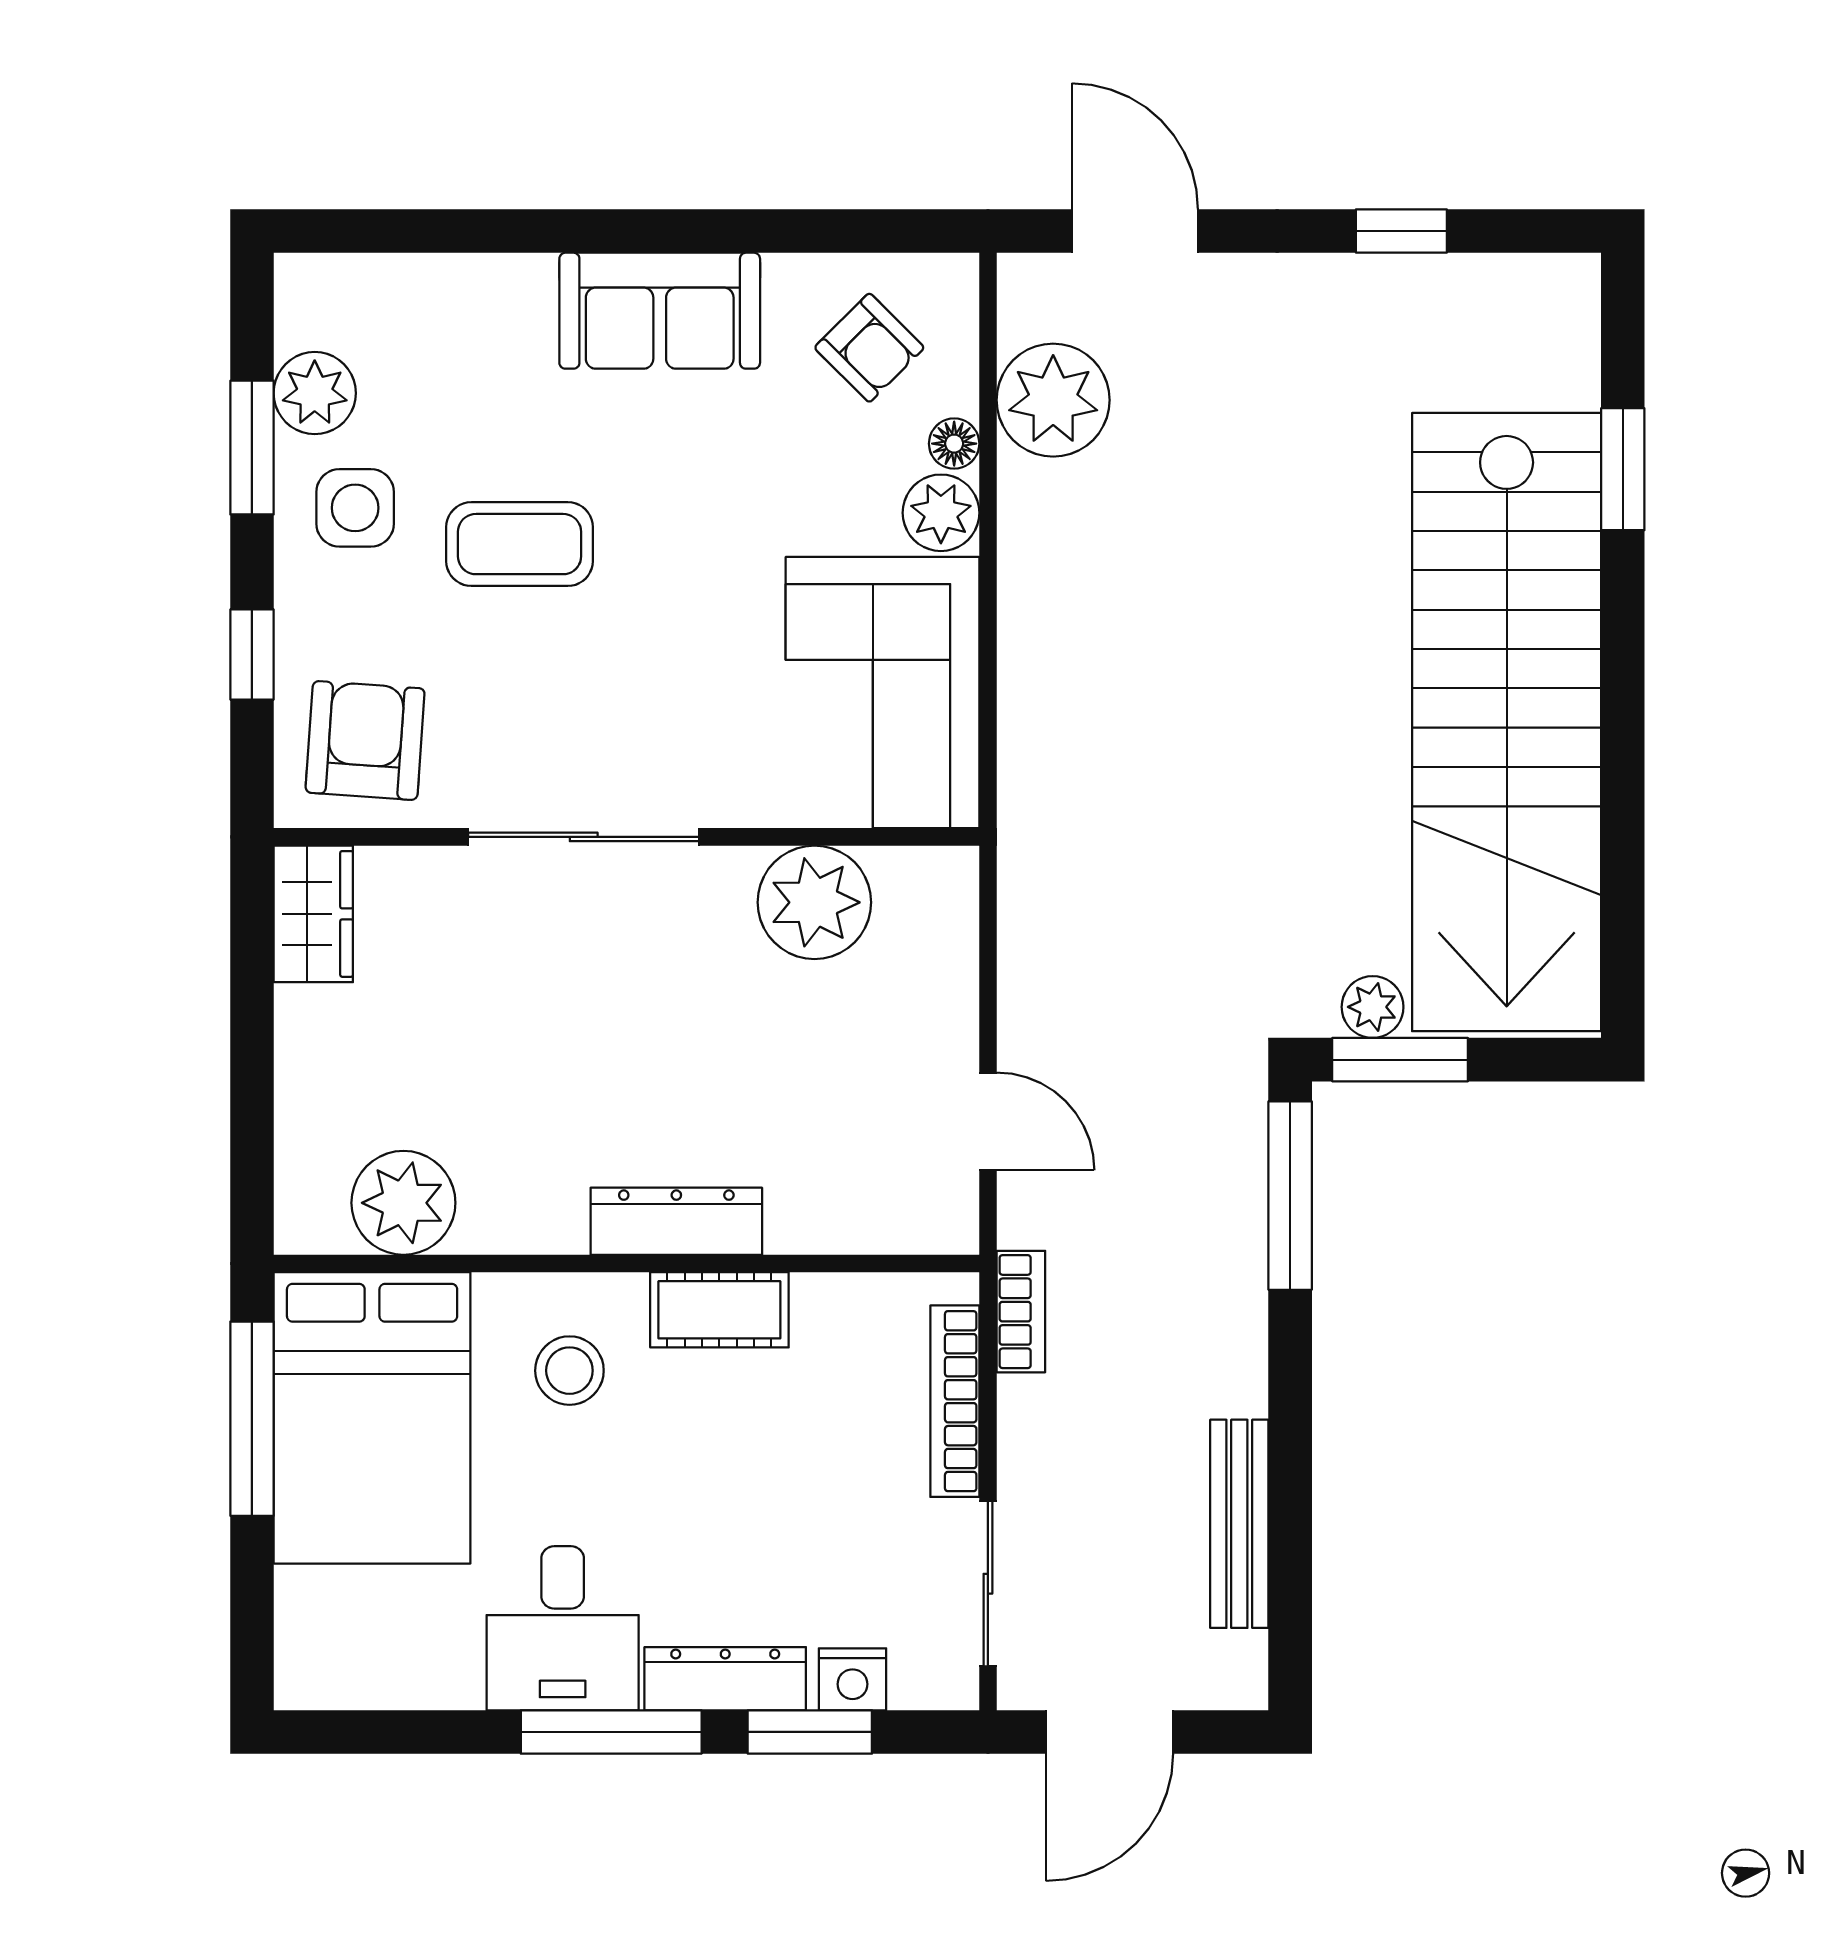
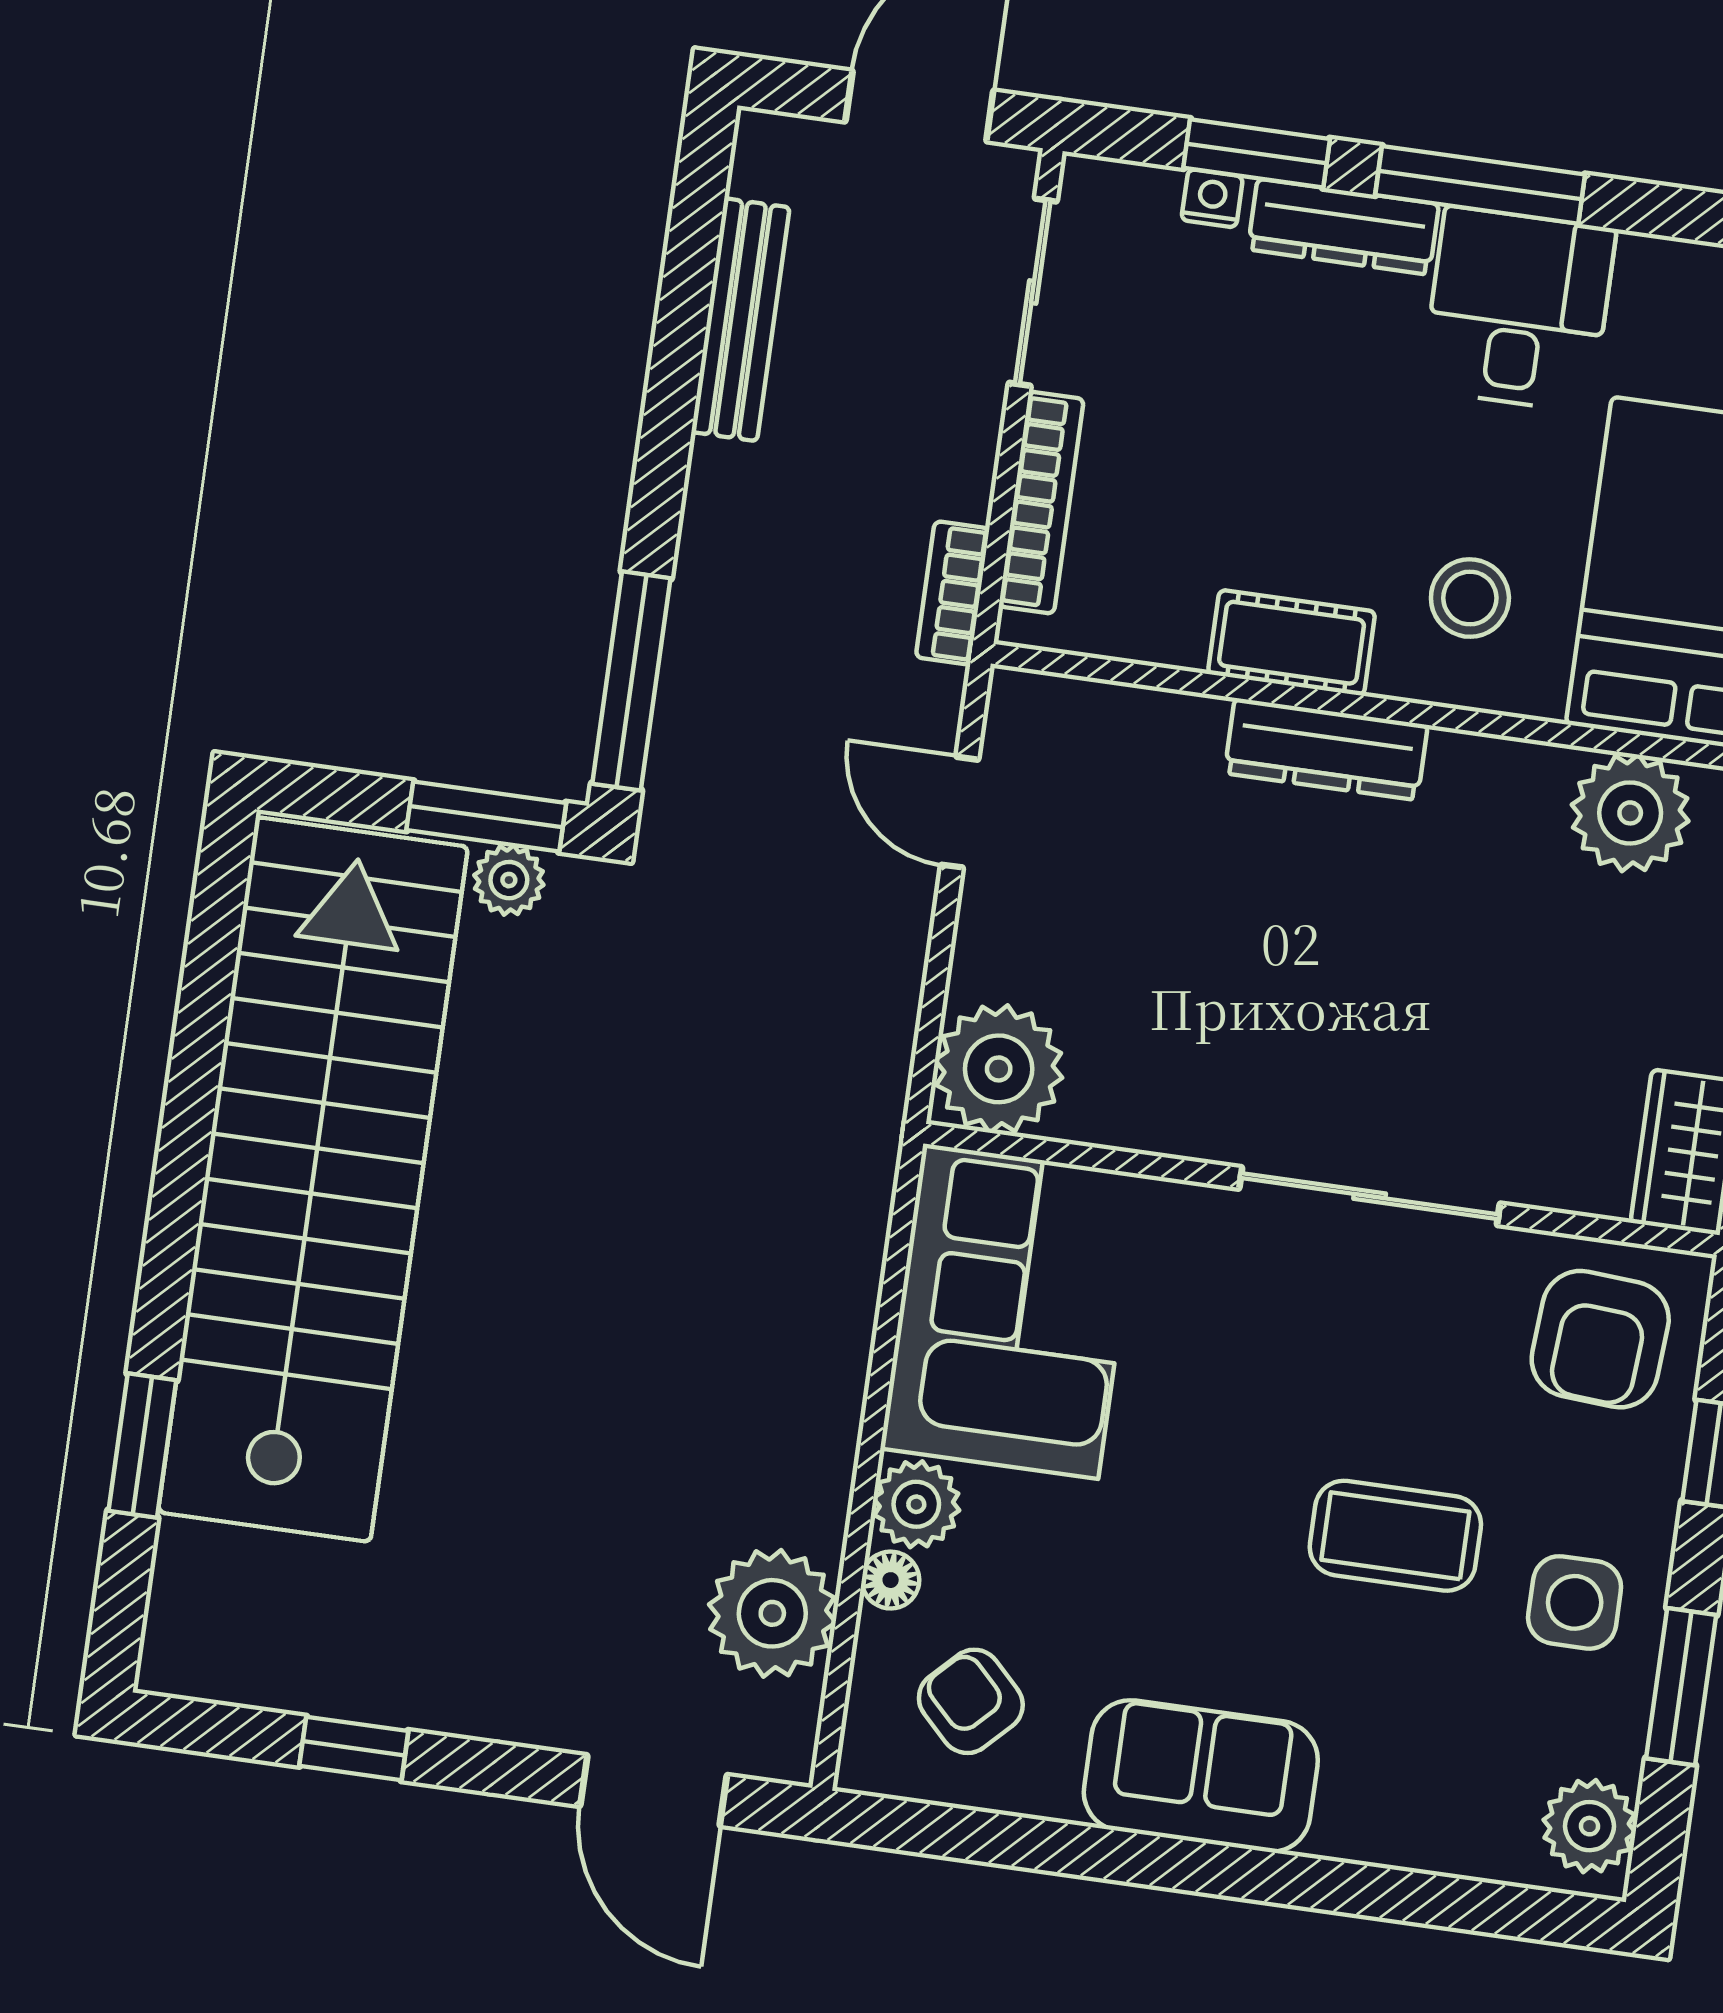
plant: (315, 393) -> (1590, 1826), moved
plant: (814, 902) -> (999, 1069), moved
nightstand: (853, 1679) -> (1212, 198), width x0.72, depth x0.74

